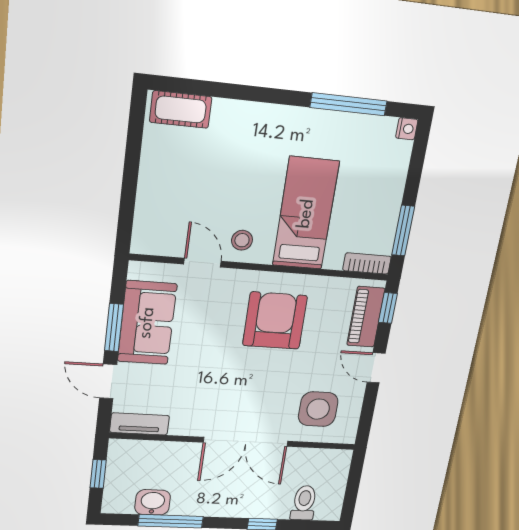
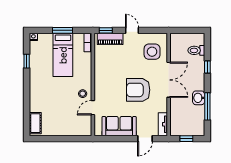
window: (349, 104) -> (27, 61), width x0.46
bed: (306, 214) -> (63, 55), moved, turned -90
window: (403, 231) -> (63, 30), moved
armchair: (275, 321) -> (138, 90), moved
window: (114, 328) -> (122, 139), removed
door: (376, 368) -> (132, 30), swing flipped
washbasin: (153, 502) -> (199, 98), moved

